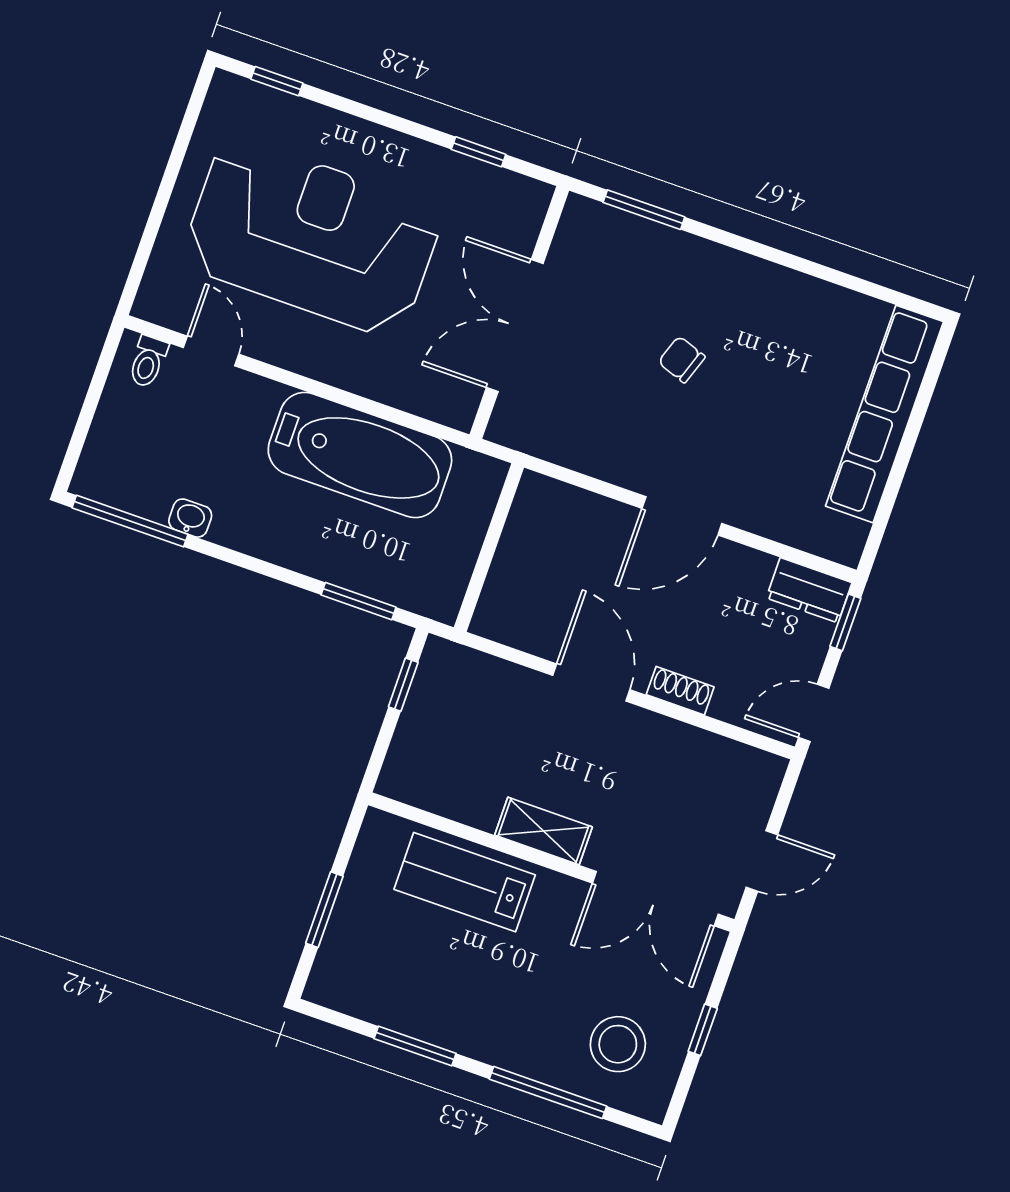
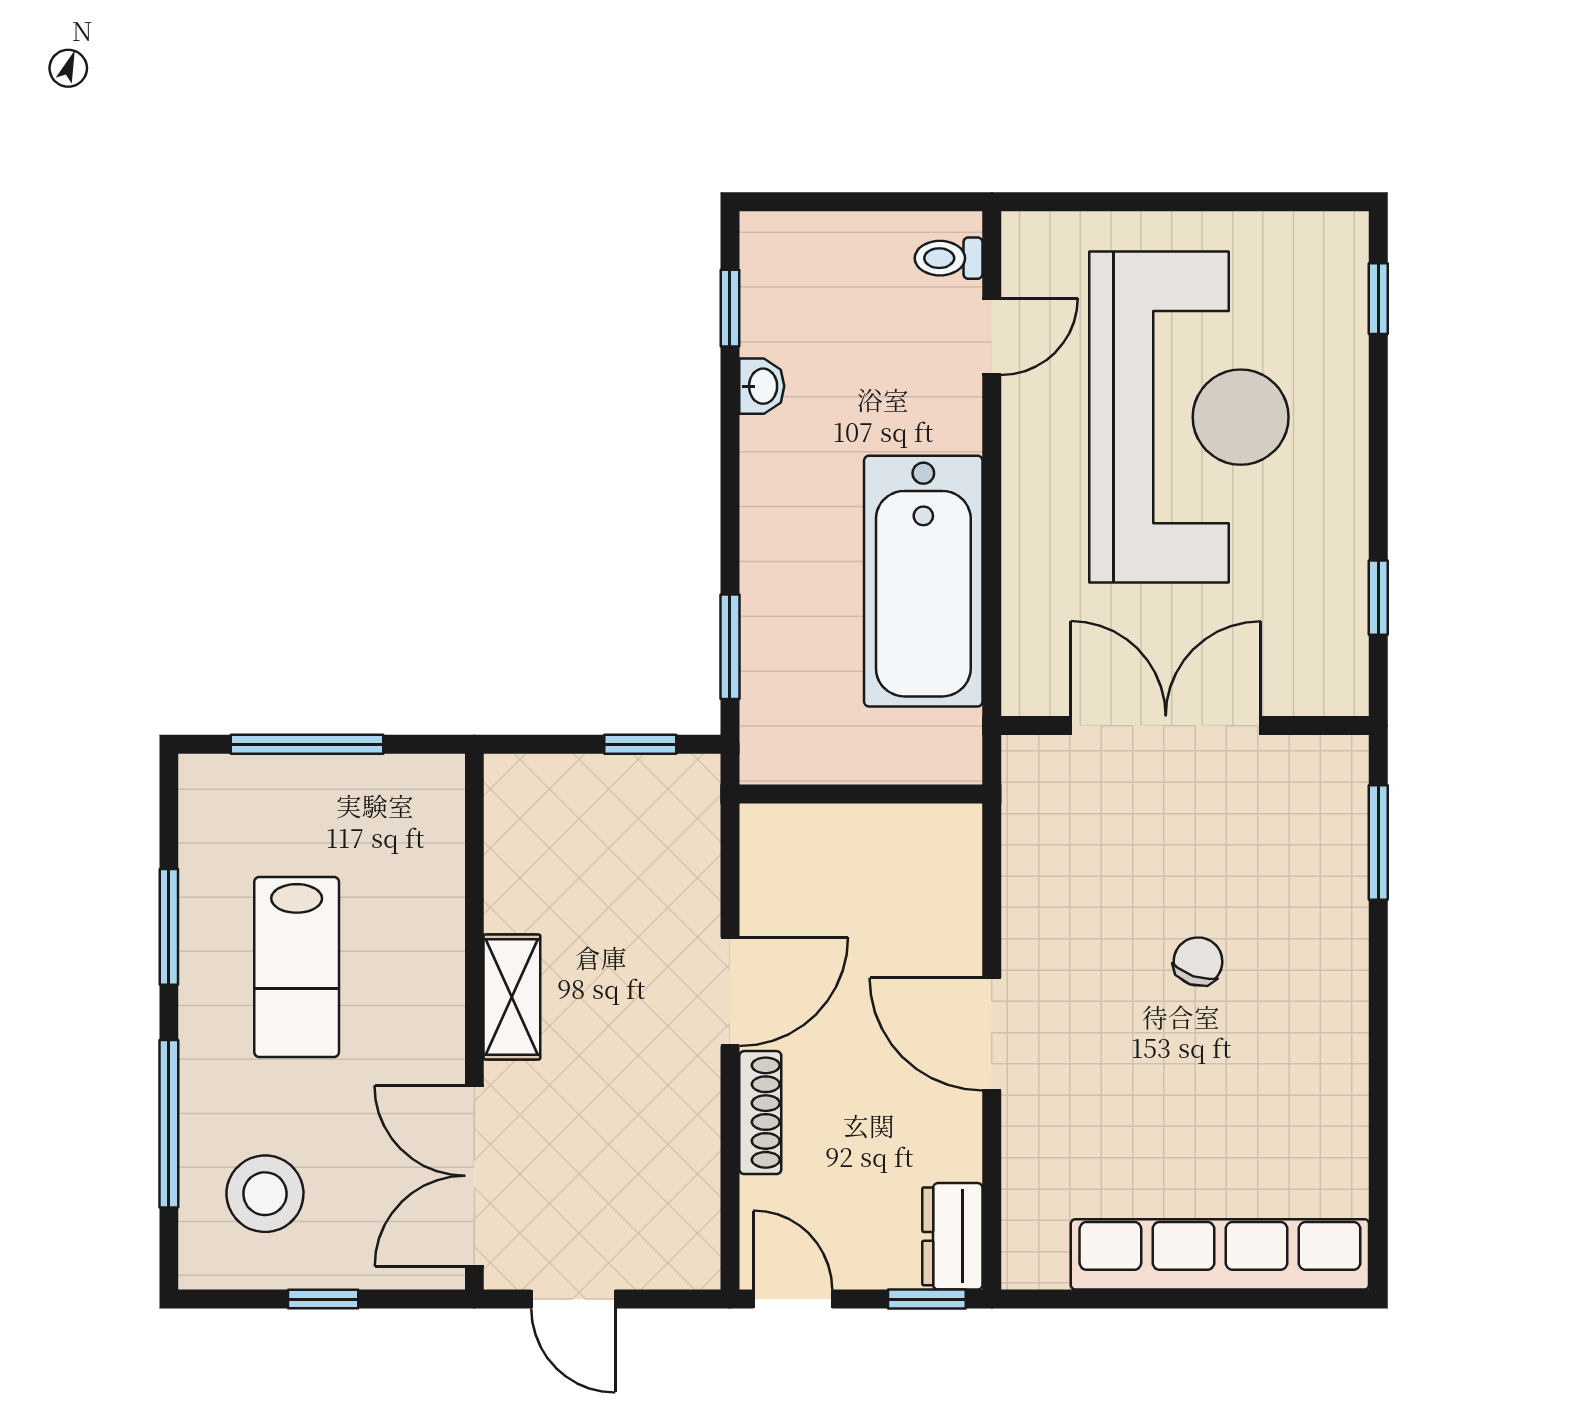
window: (130, 521) -> (730, 308), width x0.46
shoe rack: (680, 691) -> (760, 1113), width x1.43
lab bench: (465, 882) -> (297, 967), moved, turned 180
window: (324, 910) -> (307, 744), width x1.44

